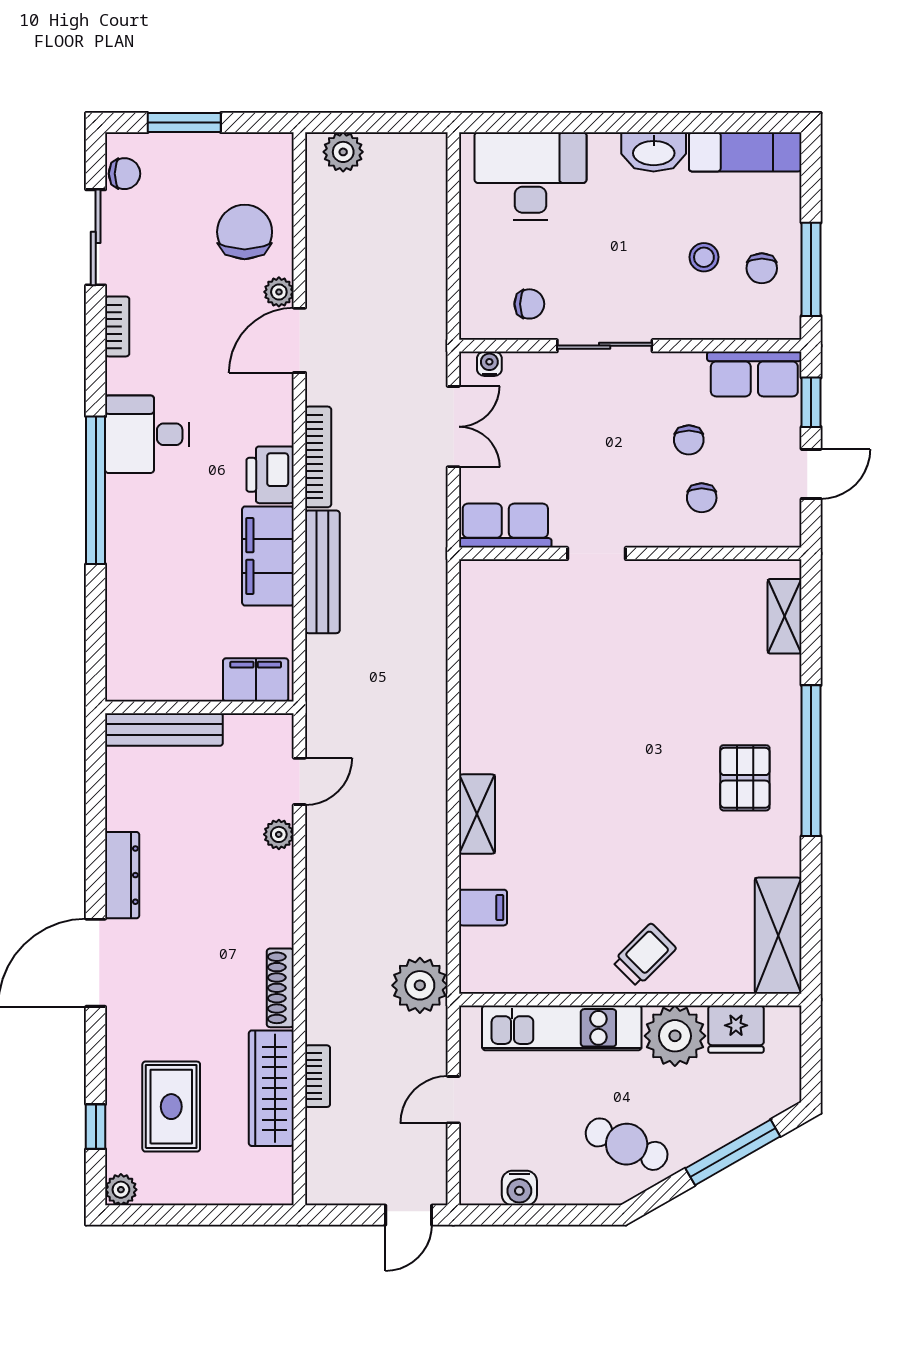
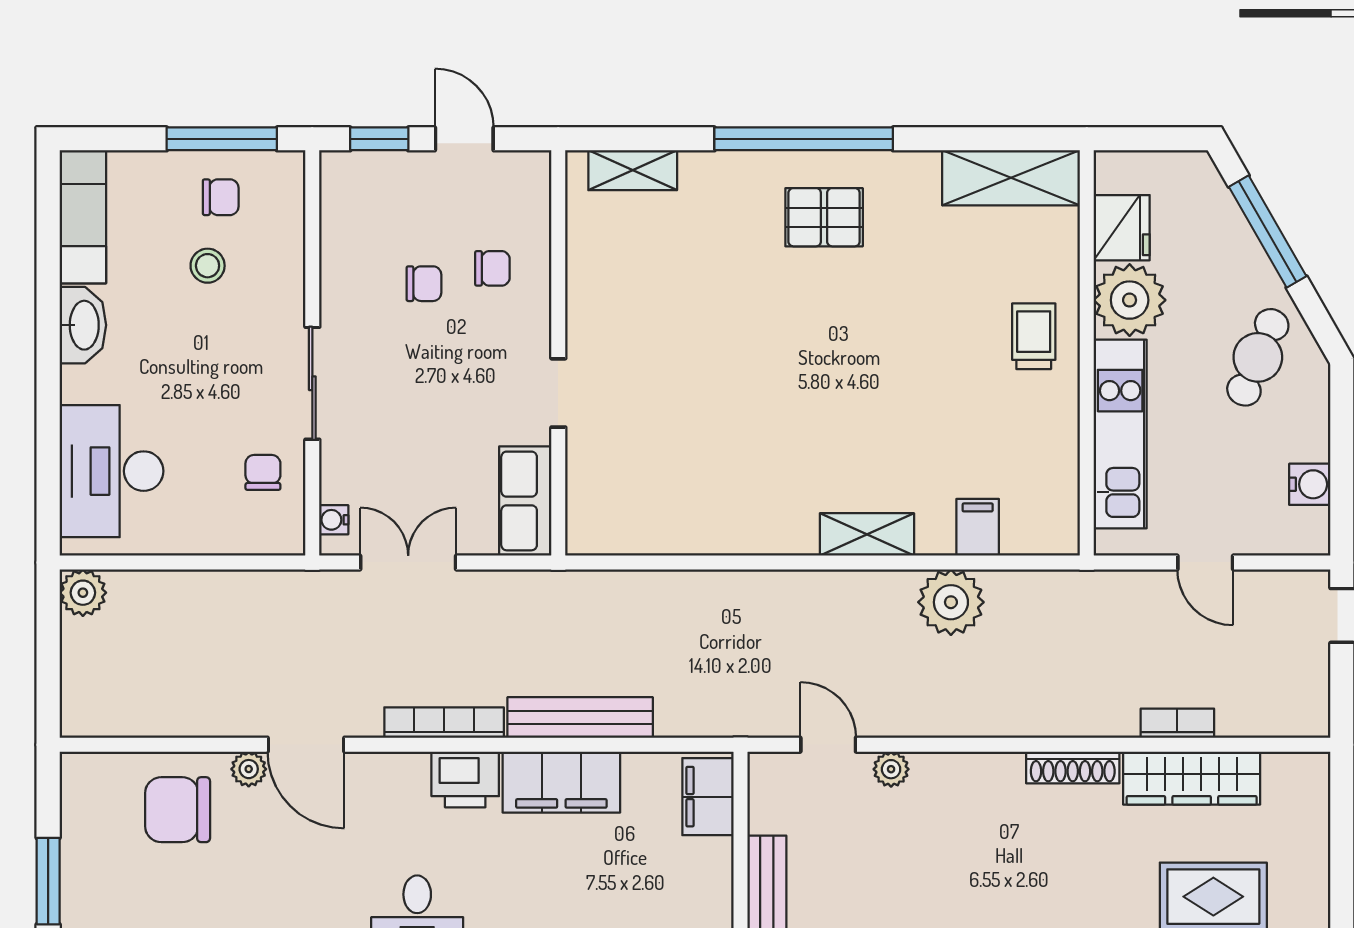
plant: (343, 152) -> (83, 593), moved
row of seats: (754, 374) -> (346, 206), removed
trolley: (644, 955) -> (1034, 336), turned 45
plant: (420, 985) -> (951, 602), moved

